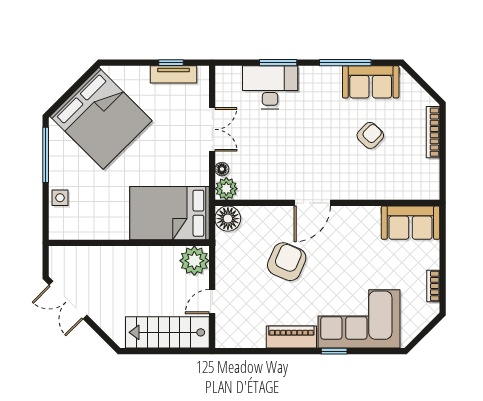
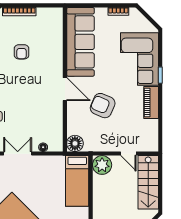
armchair: (370, 135) -> (22, 52), turned -134
plant: (226, 189) -> (56, 144), removed
bed: (169, 213) -> (77, 181), width x0.67
sofa: (410, 223) -> (81, 42), width x1.85, depth x1.27

